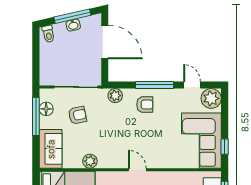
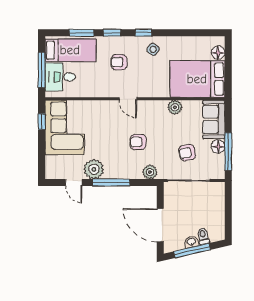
toilet: (48, 34) -> (203, 236), moved
plant: (211, 98) -> (94, 169), moved
armchair: (145, 105) -> (138, 142), moved
floor lamp: (46, 109) -> (218, 146), moved

